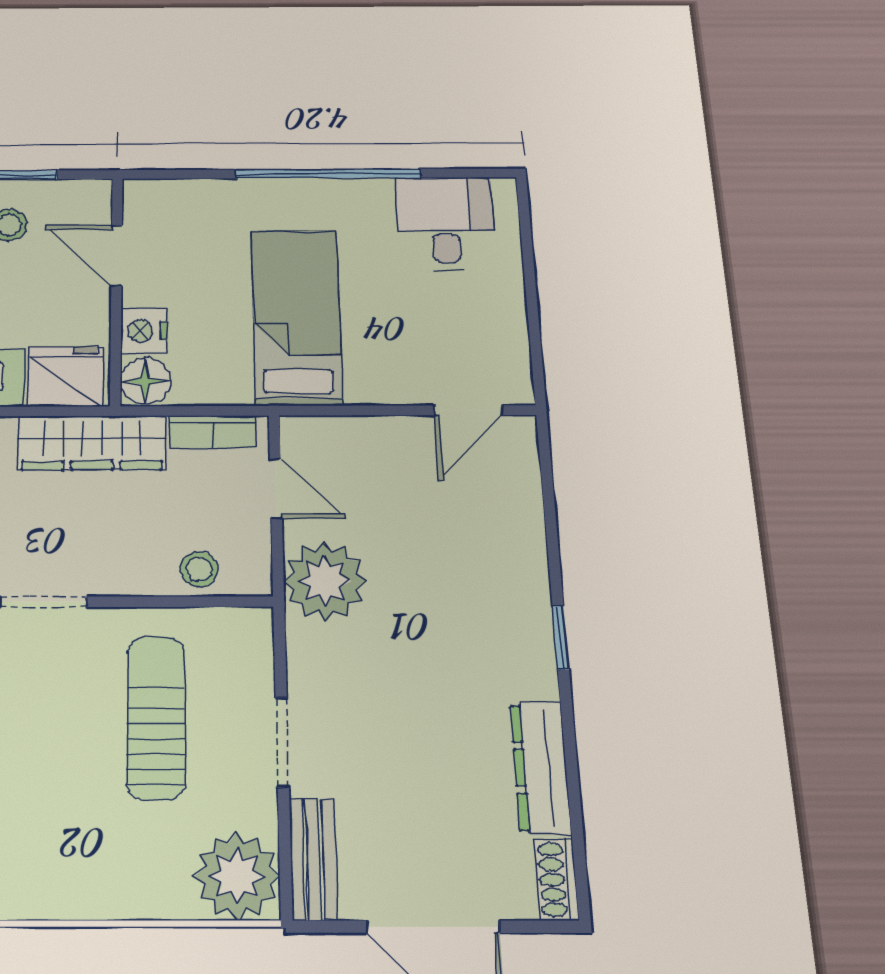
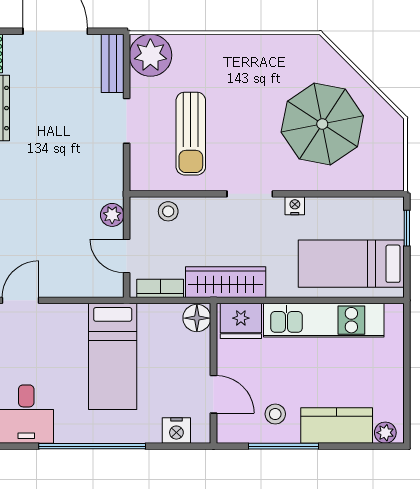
nightstand: (144, 331) -> (176, 431), moved, turned 90
plant: (325, 581) -> (112, 215), width x0.53, depth x0.53

